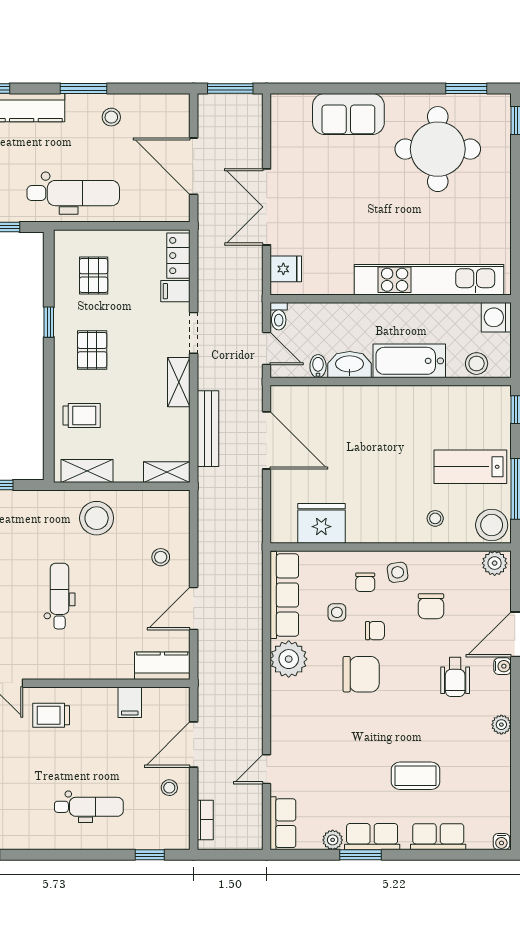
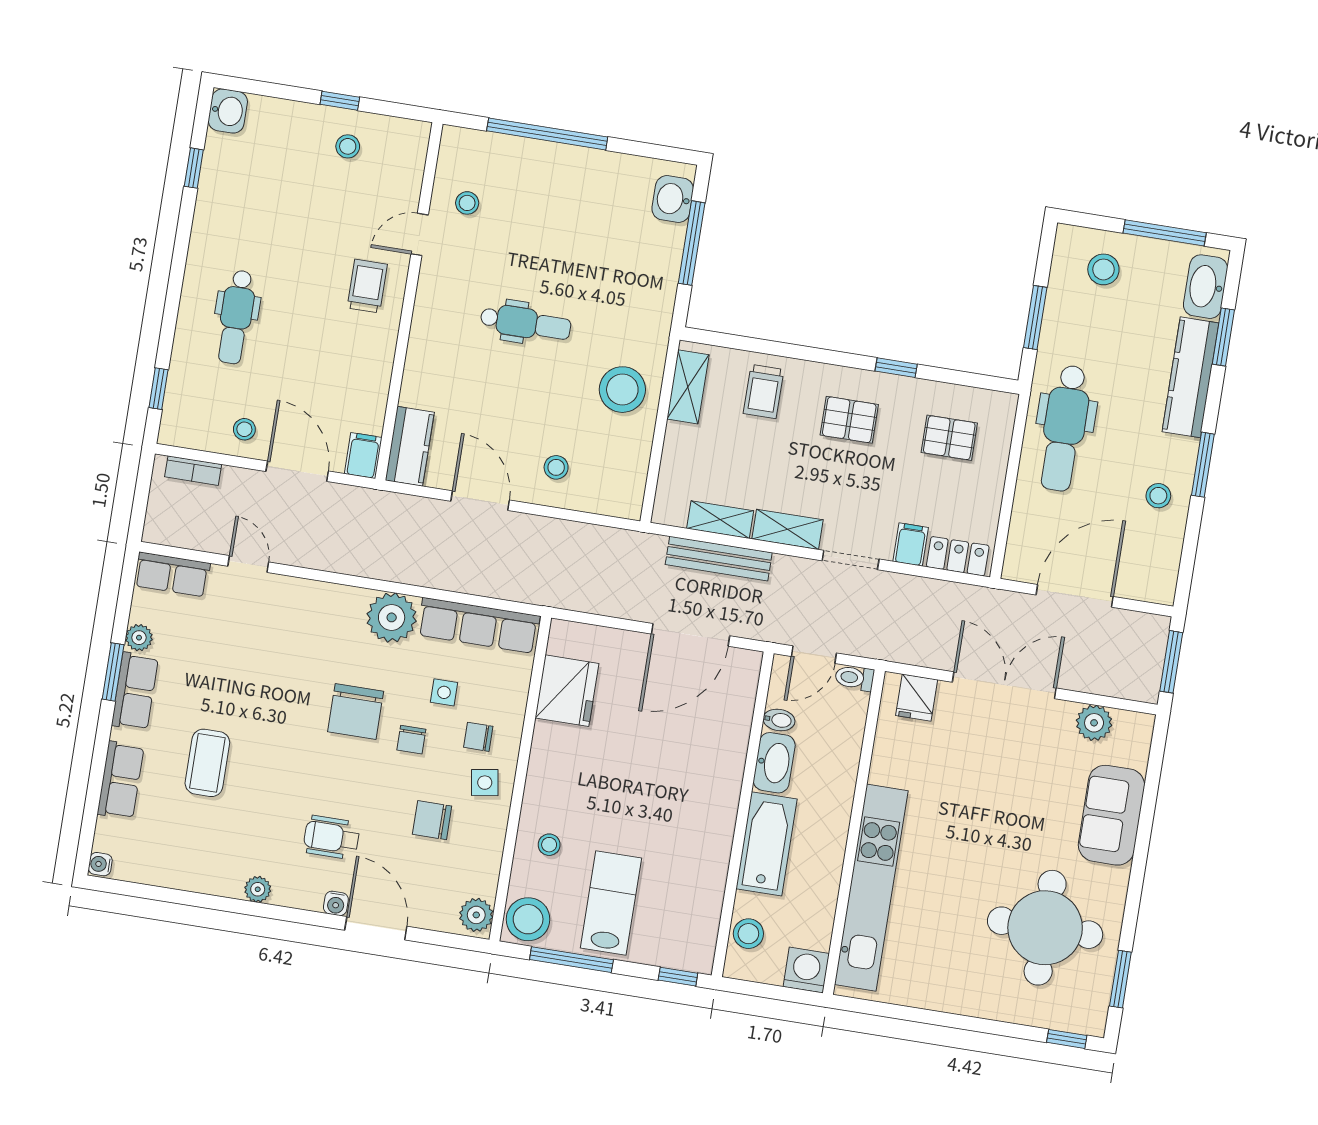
plant: (283, 137) -> (1094, 723), added
shelving: (167, 472) -> (720, 520), moved, turned 90
filing cabinet: (130, 702) -> (363, 456), moved, turned 90

